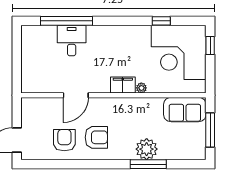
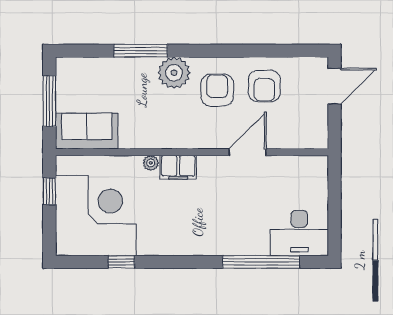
desk: (72, 40) -> (299, 233), moved, width x1.37
window: (210, 46) -> (49, 191), moved
armchair: (96, 137) -> (217, 90), turned 90
plant: (147, 149) -> (174, 73), moved

